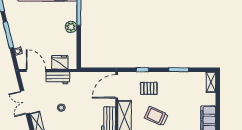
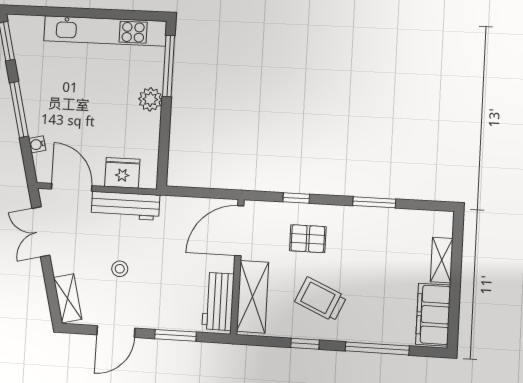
workbench: (58, 78) -> (125, 206), width x1.38
shelving: (211, 82) -> (442, 260), moved
double door: (25, 102) -> (41, 232), moved

